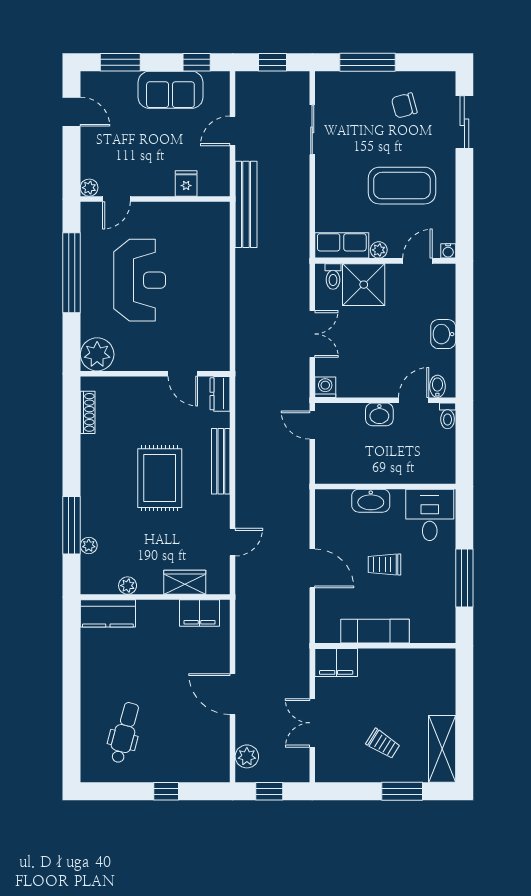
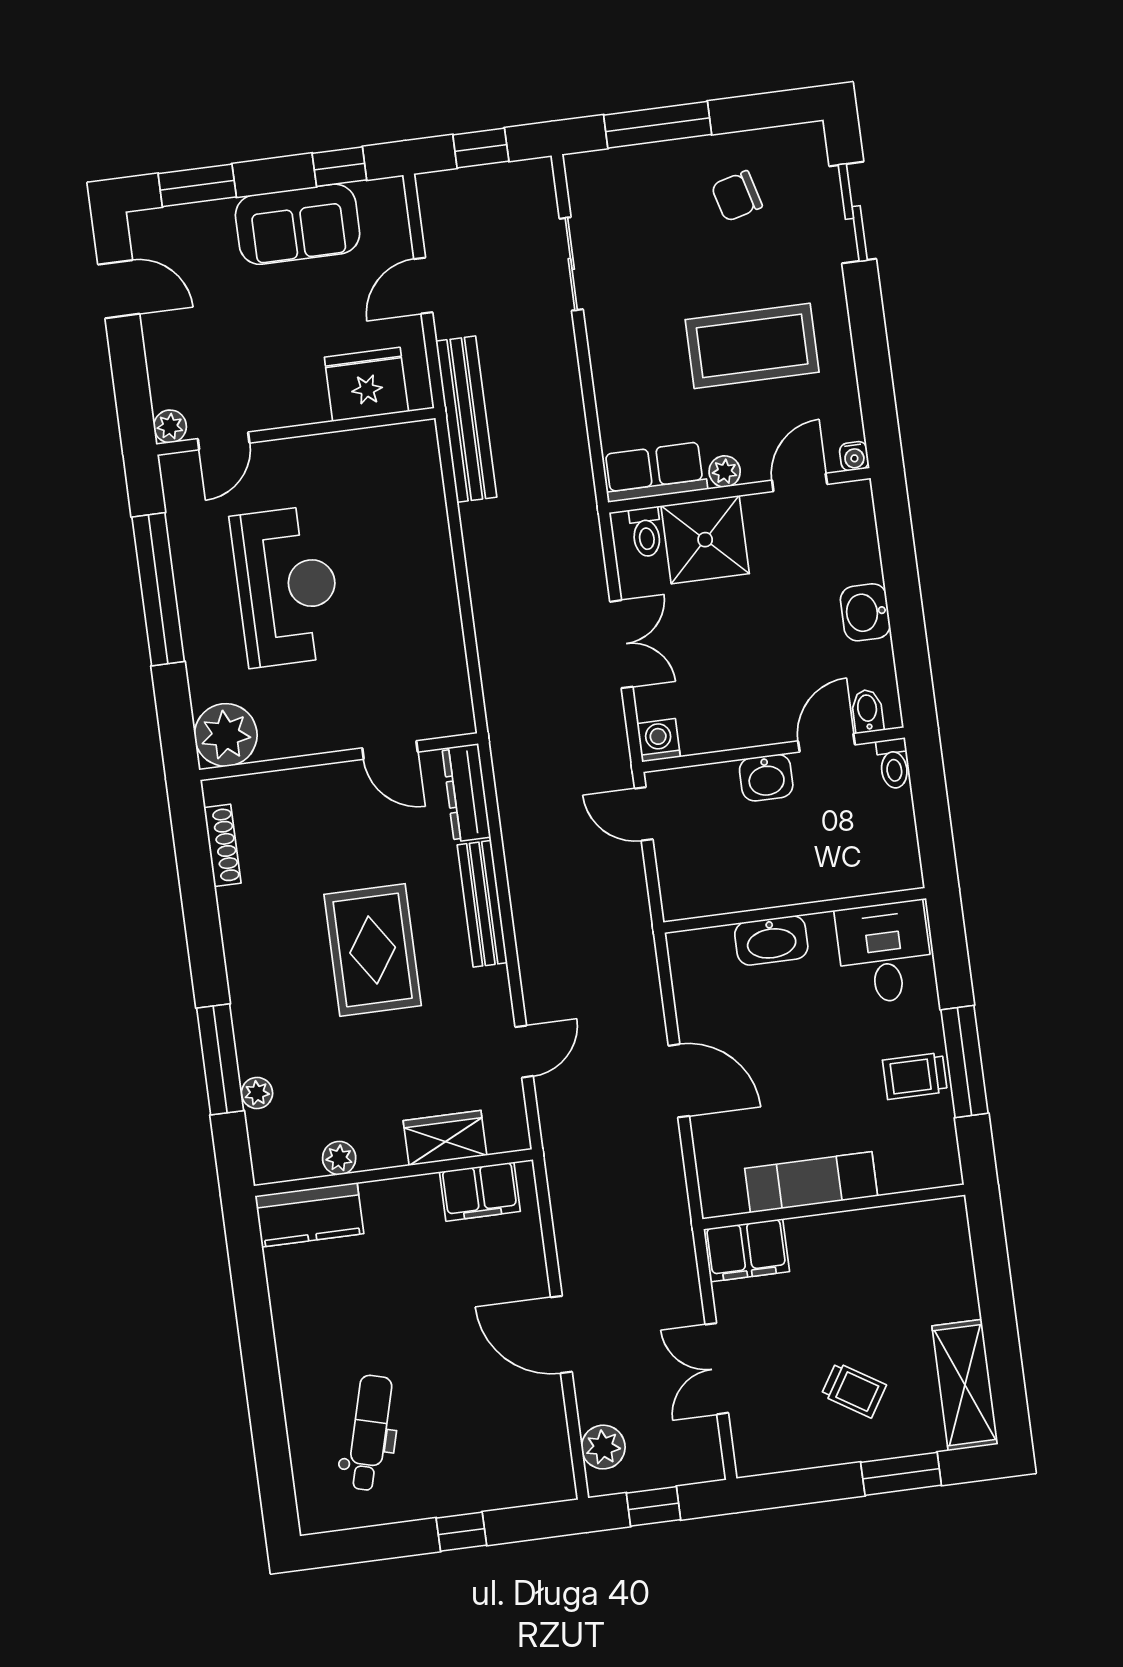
fridge: (186, 183) -> (366, 384), width x1.88, depth x1.34
dresser: (220, 394) -> (466, 793), width x1.44
trolley: (384, 564) -> (915, 1076), moved

